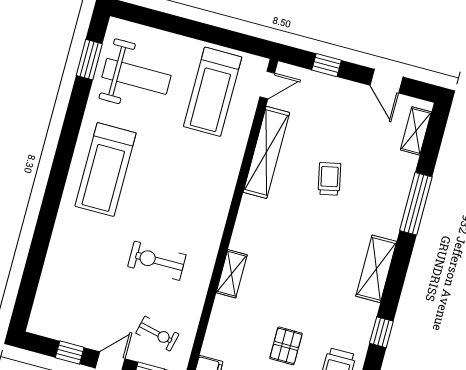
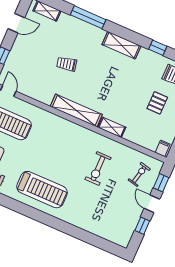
shelving: (266, 152) -> (76, 110), moved
pallet: (286, 346) -> (157, 103), turned 90

